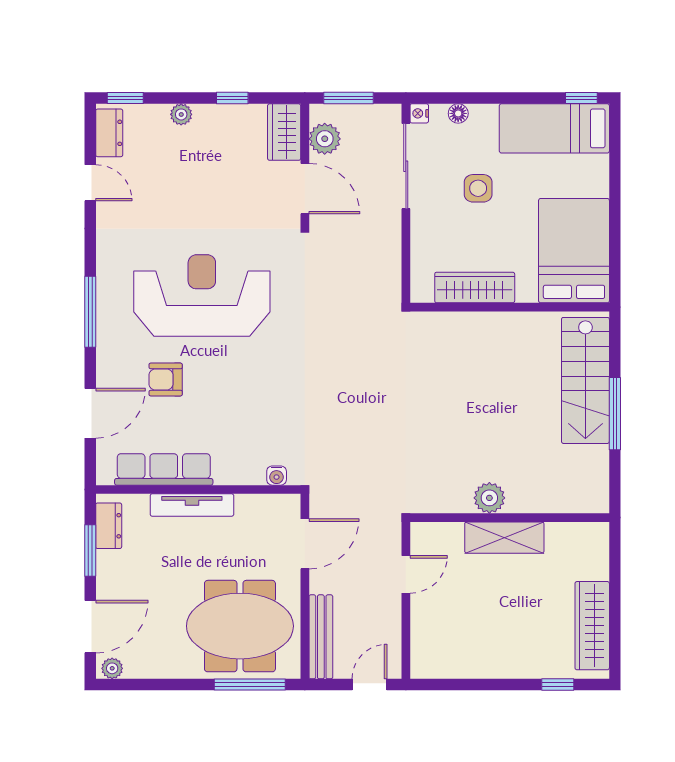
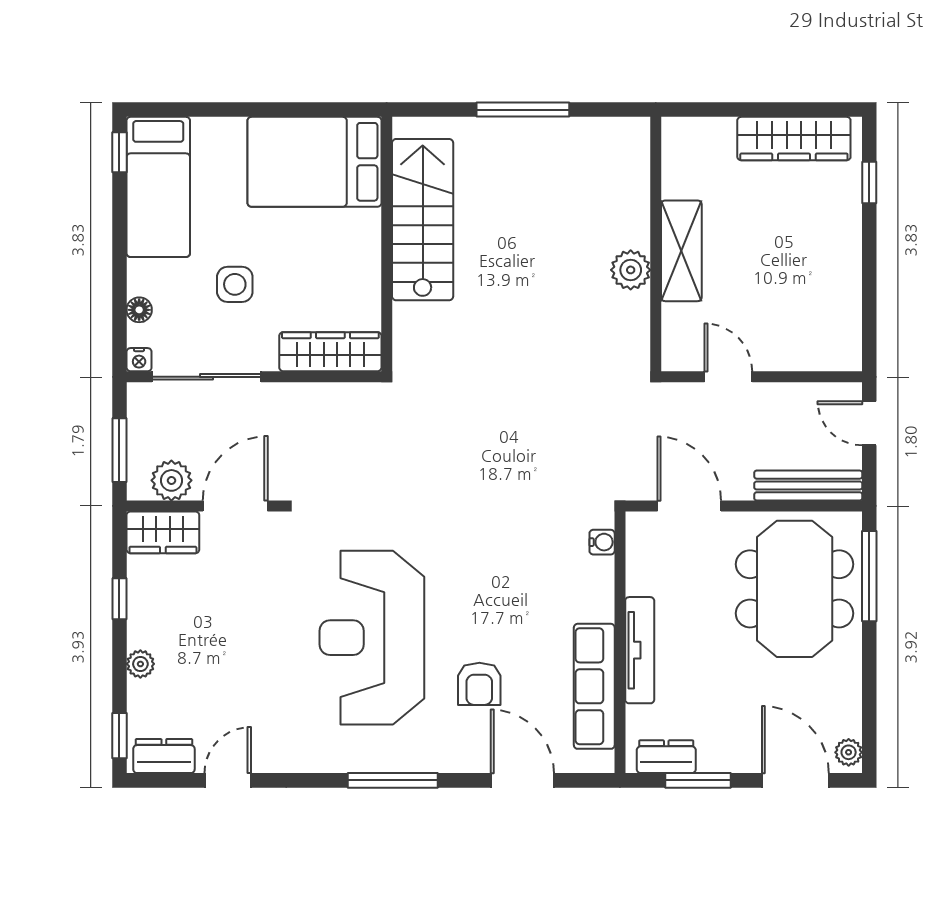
wardrobe: (475, 287) -> (330, 352), moved, turned 90
stairs: (585, 380) -> (423, 220), moved, turned -90

